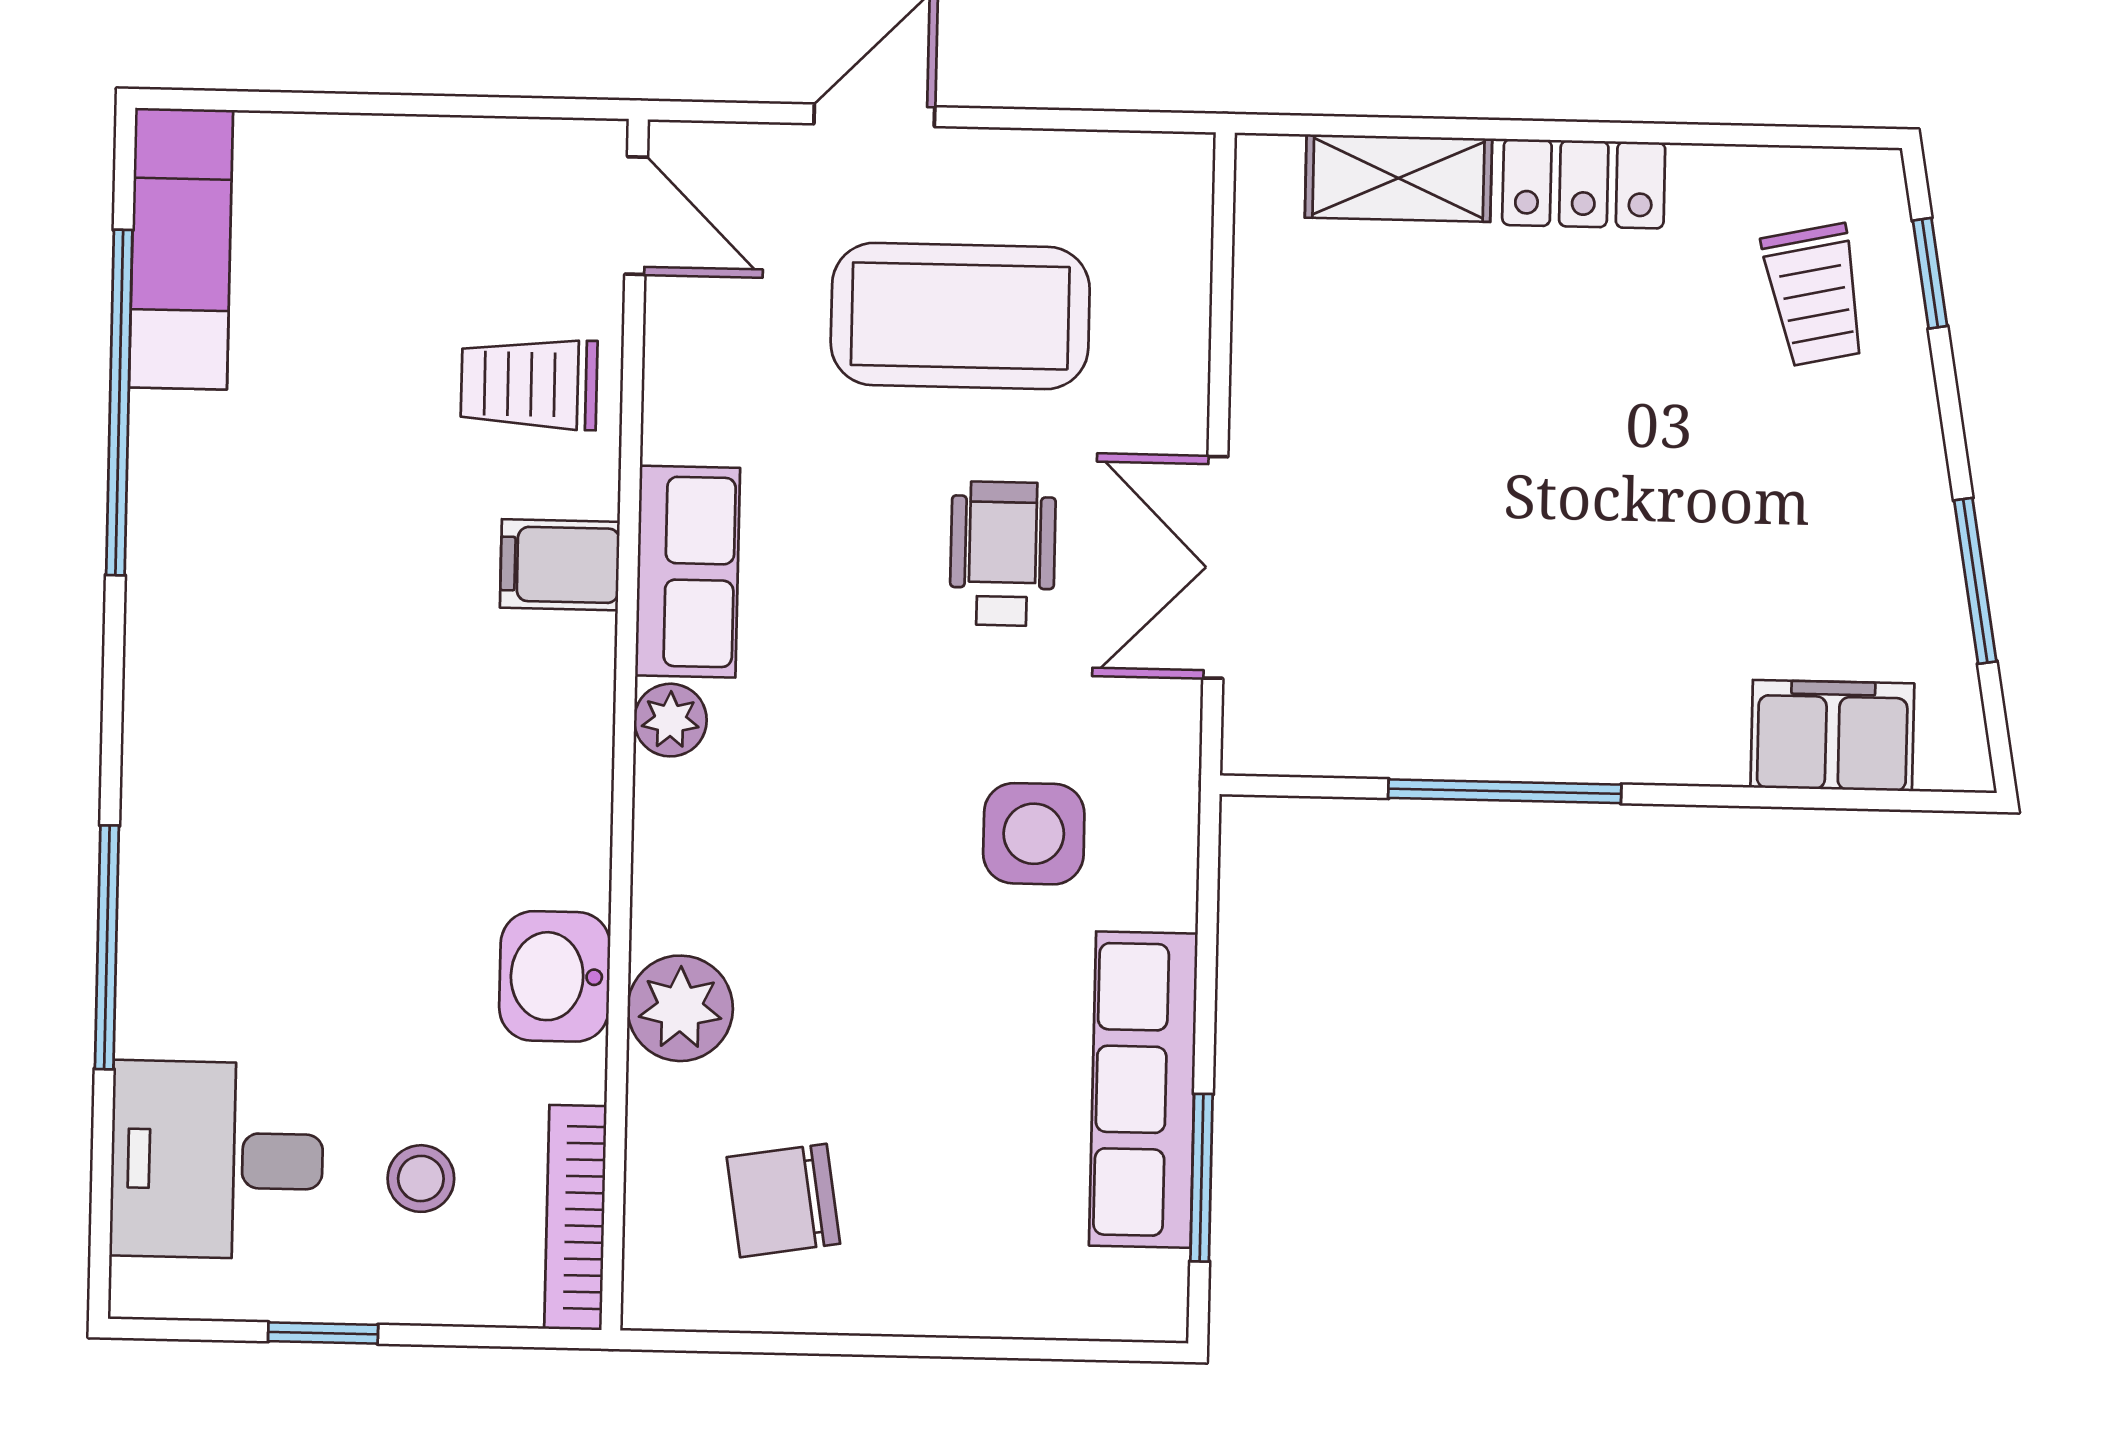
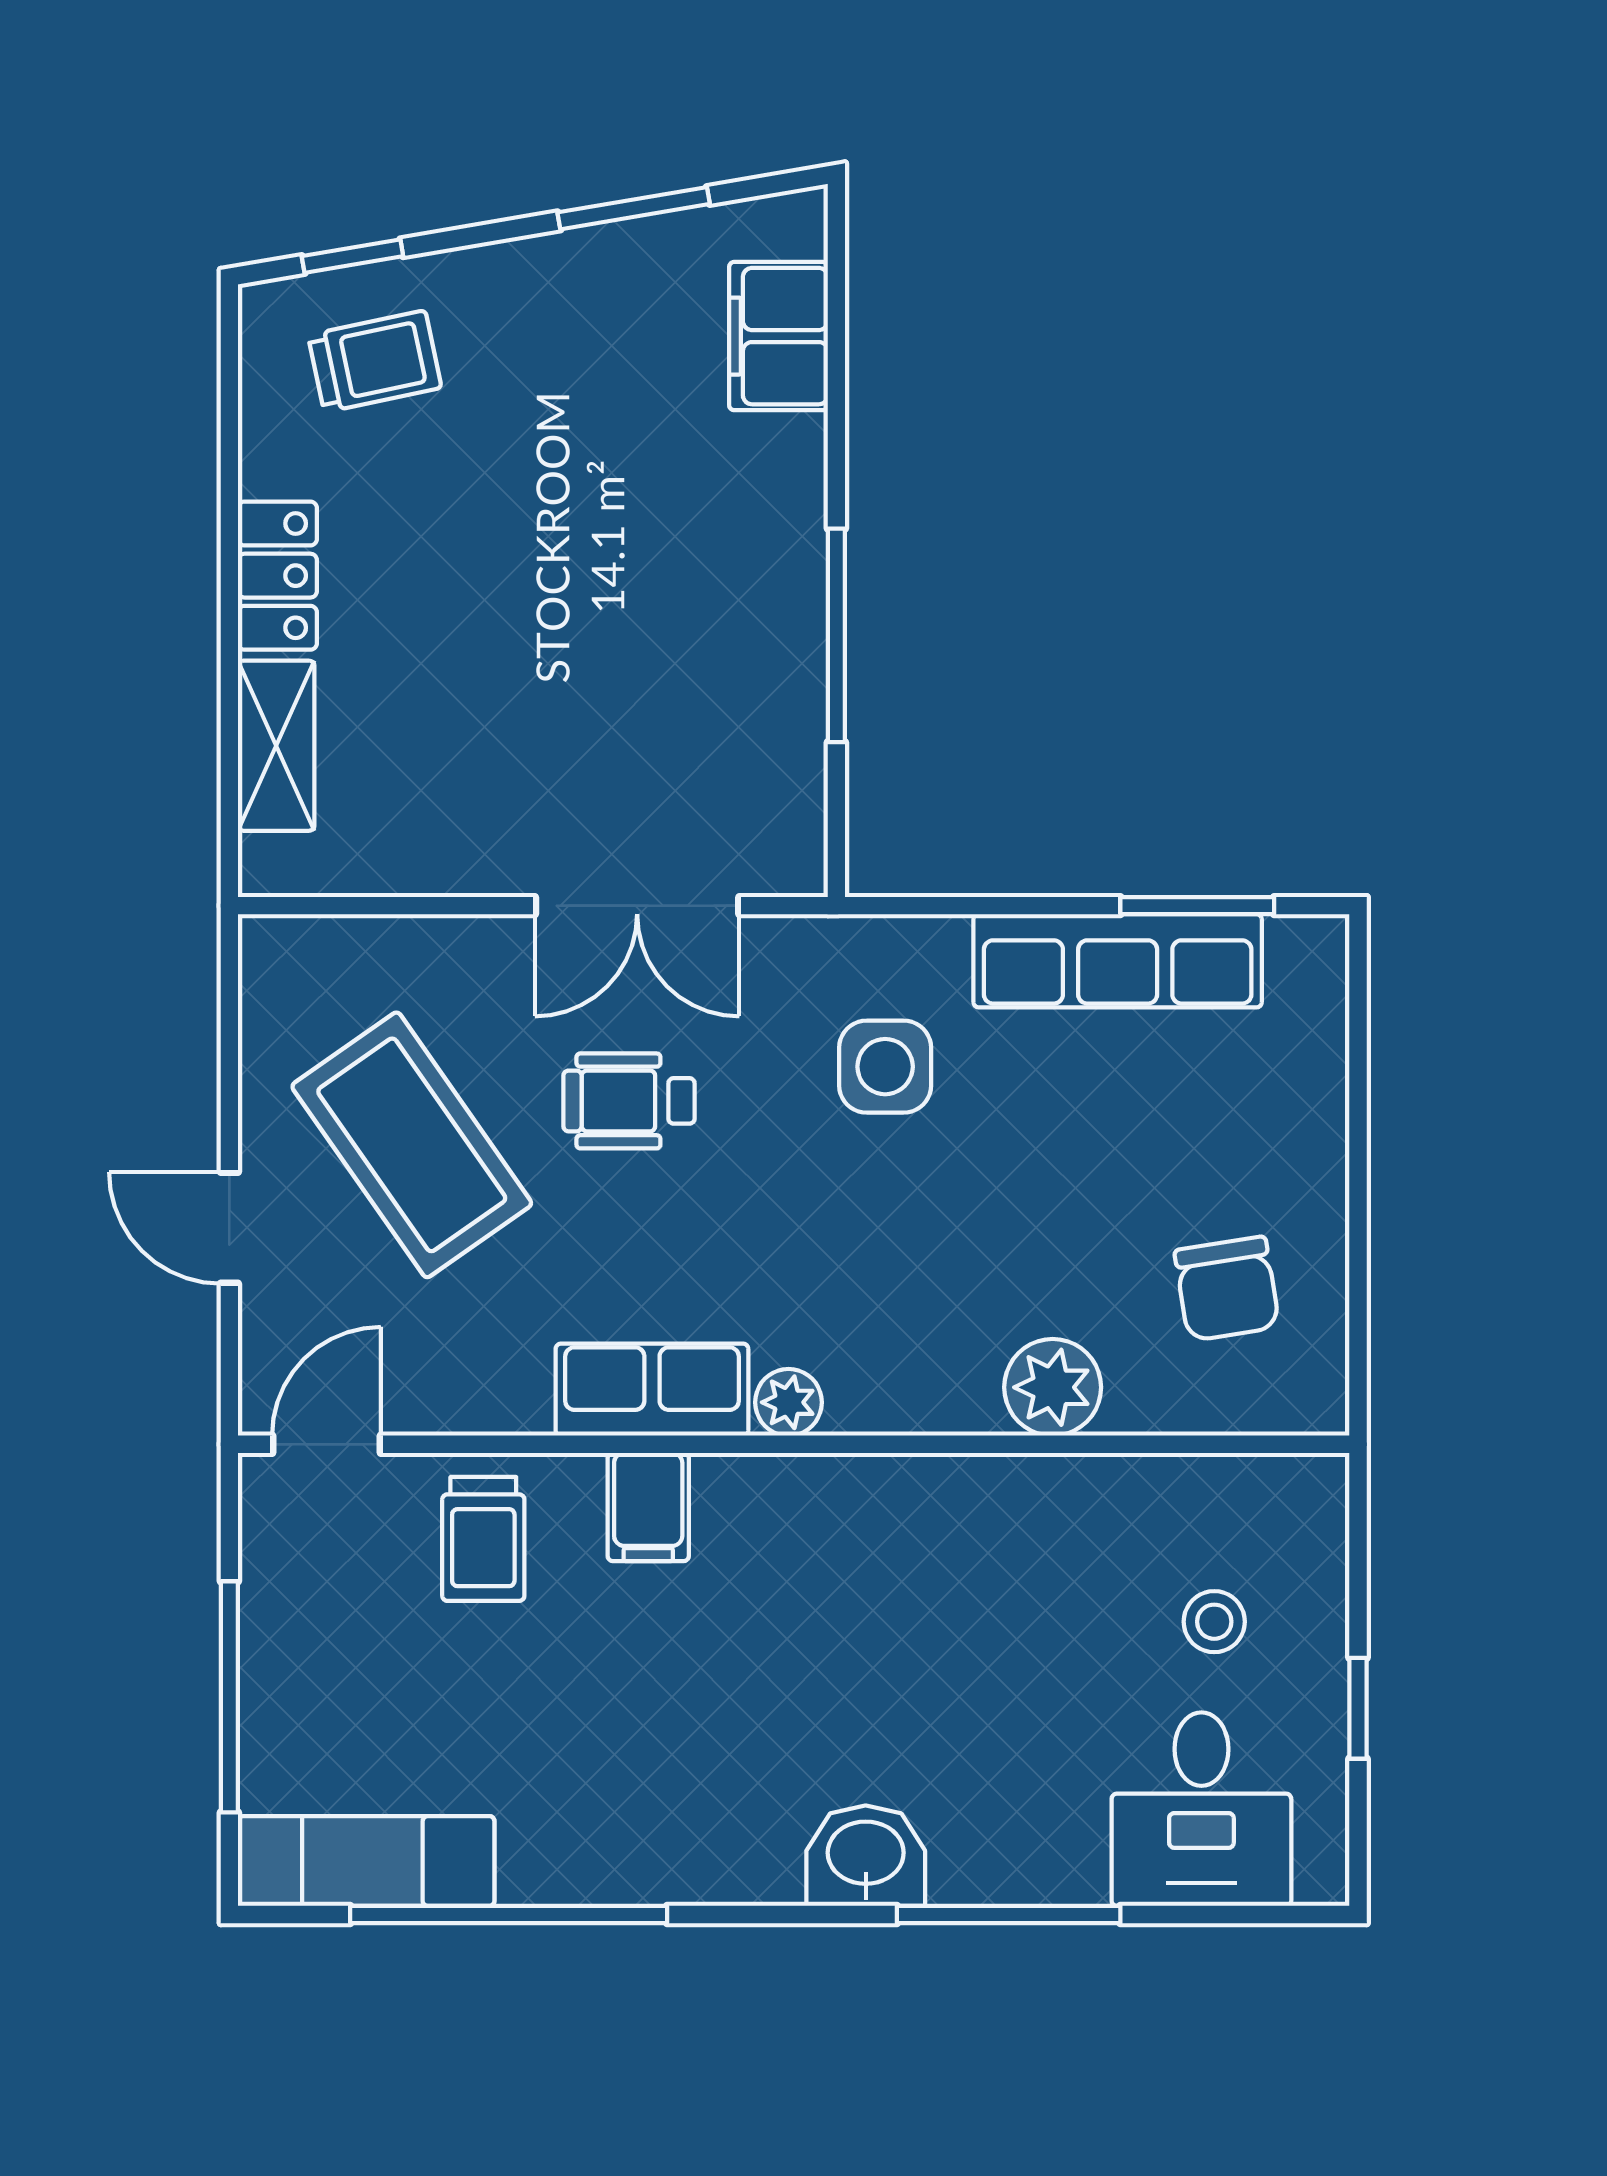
window: (363, 104) -> (229, 1697), added
coffee table: (960, 316) -> (412, 1145), turned -35
washbasin: (555, 976) -> (866, 1856), moved, turned 180
bookcase: (575, 1217) -> (1247, 1479), removed

